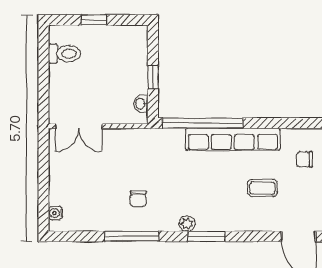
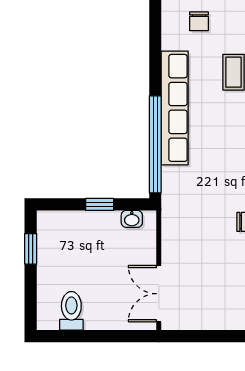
window: (94, 20) -> (31, 249), moved
double door: (79, 126) -> (159, 294), swing flipped

